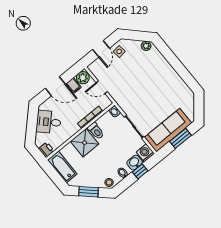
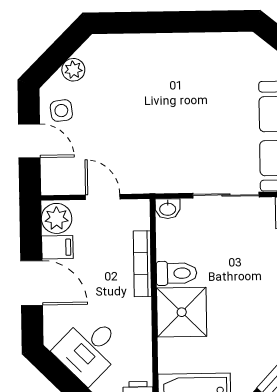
plant: (146, 46) -> (73, 70), moved
door: (55, 86) -> (32, 283), hinge flipped
door: (102, 87) -> (103, 197), swing flipped

